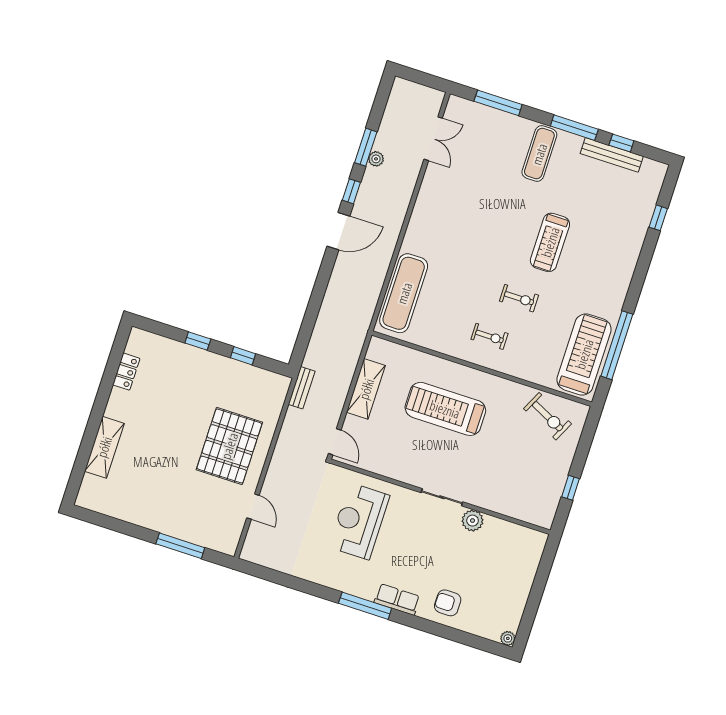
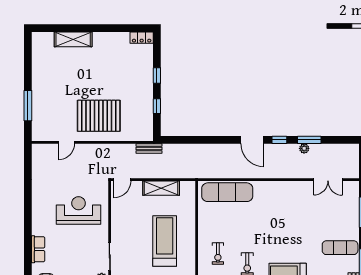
locker: (126, 372) -> (142, 38), moved
window: (365, 606) -> (28, 231), removed

